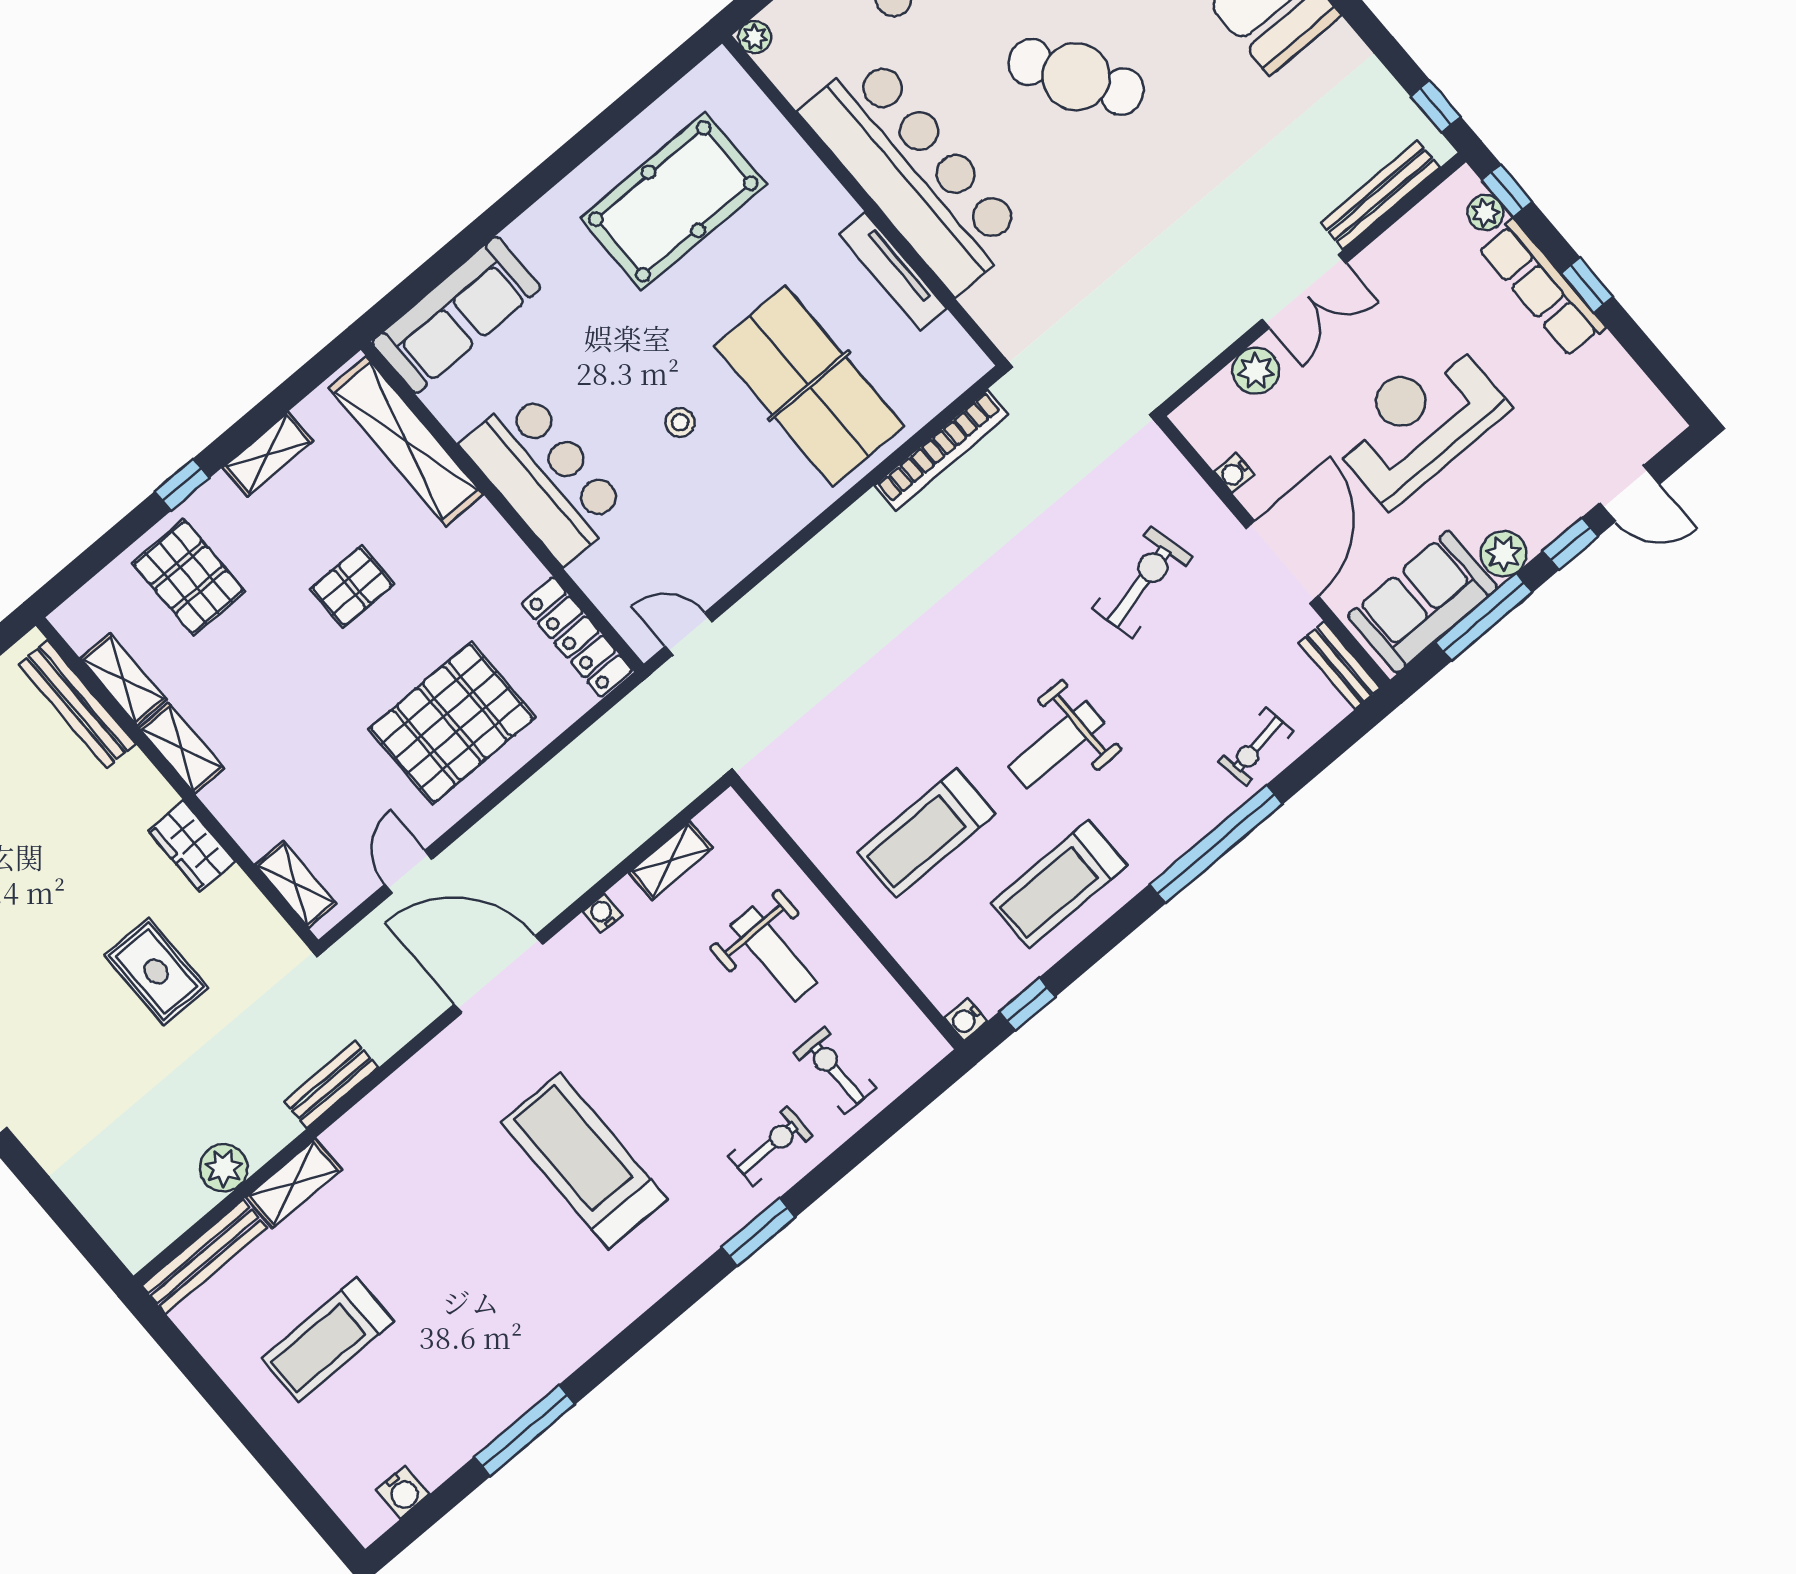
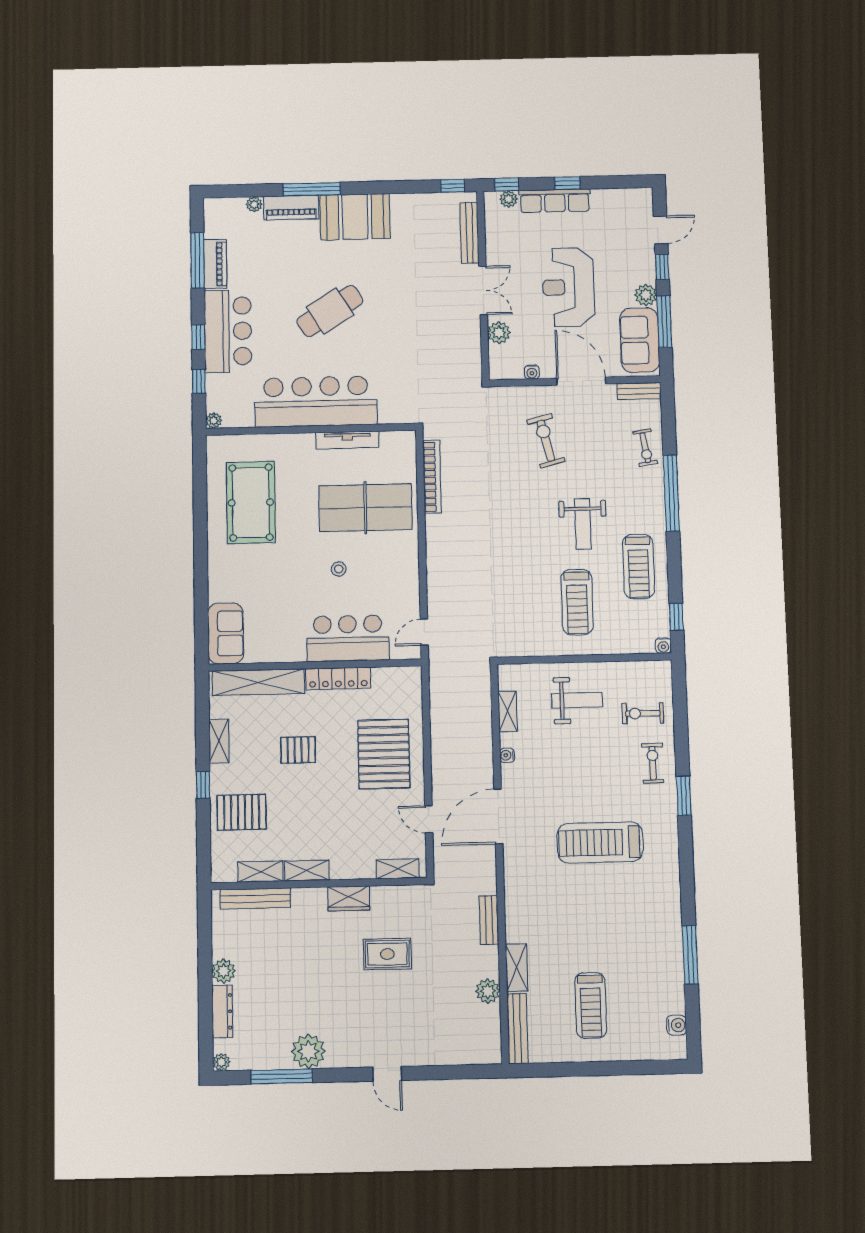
sofa: (456, 315) -> (226, 633), width x0.73
bar counter: (545, 477) -> (348, 638), moved
pallet: (352, 587) -> (298, 750), turned 90
locker: (577, 637) -> (338, 678), moved

